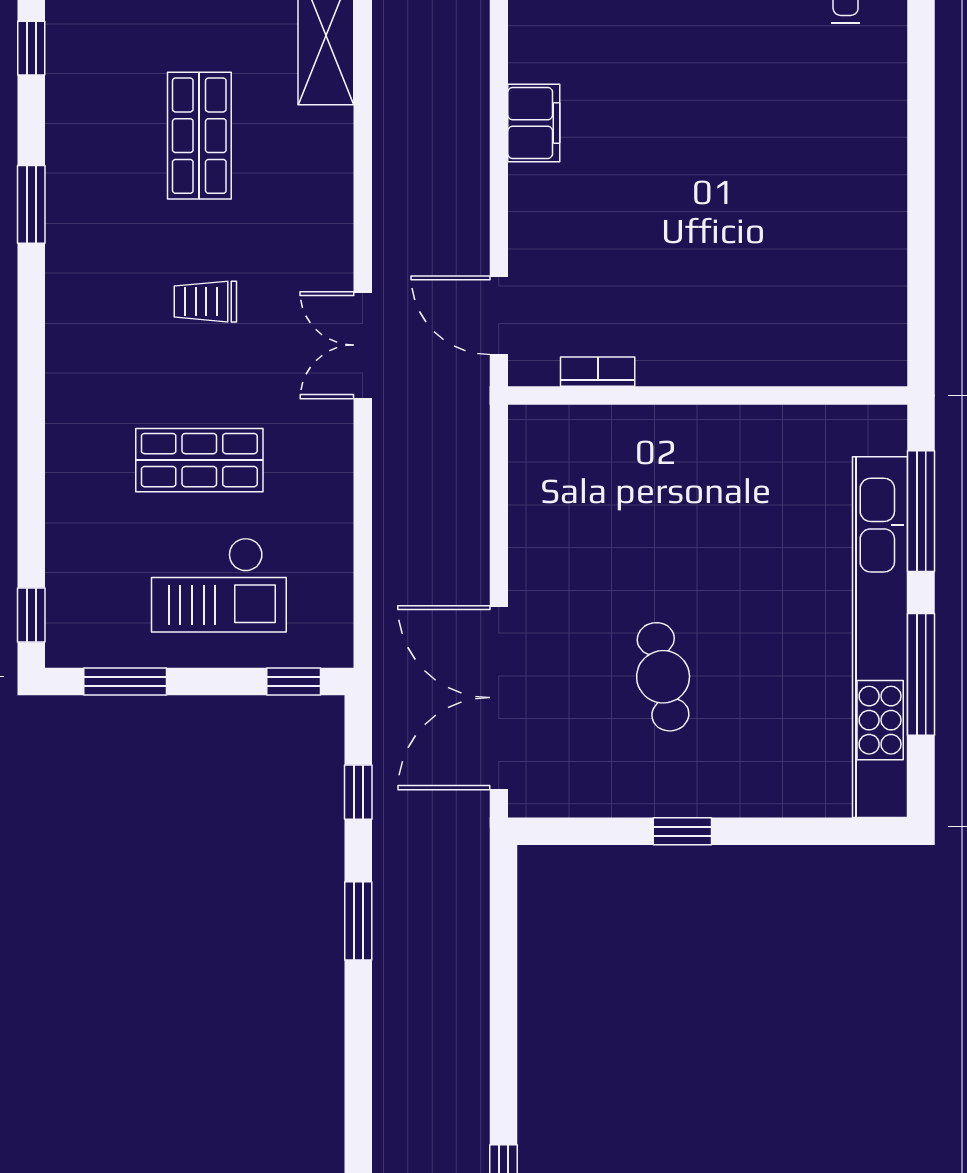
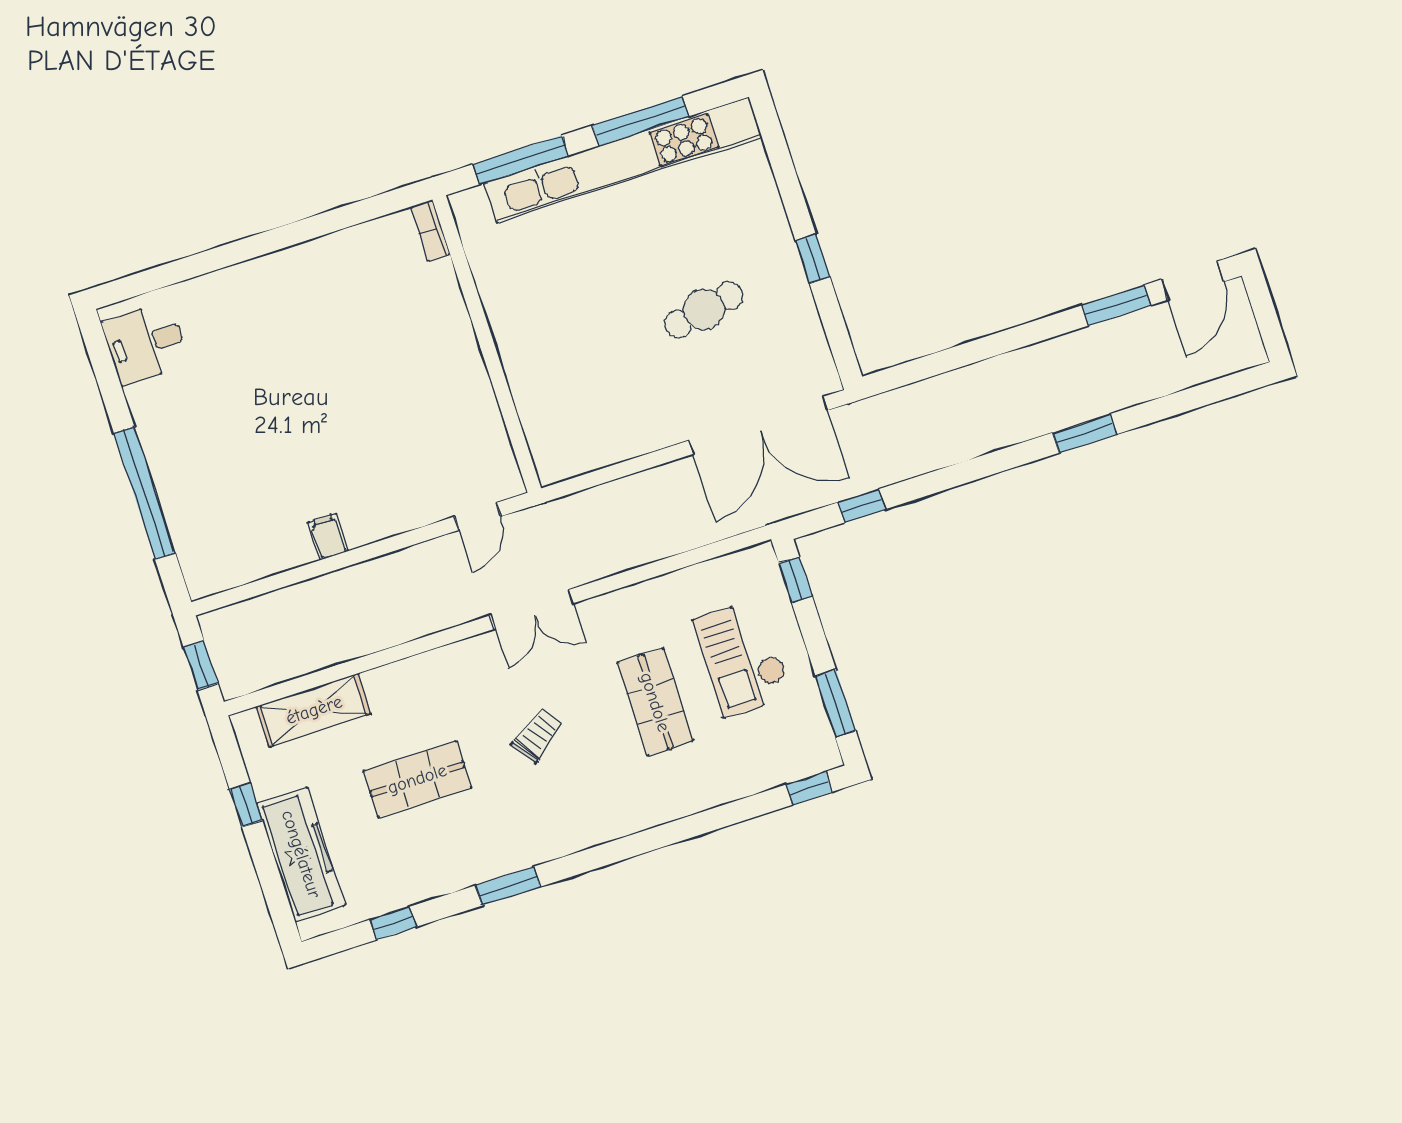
filing cabinet: (534, 123) -> (328, 537), width x0.50
trolley: (205, 302) -> (538, 735), turned -125
door: (499, 315) -> (478, 516), width x0.73
bookcase: (598, 372) -> (430, 230), moved
checkout: (219, 585) -> (742, 658), turned 180
window: (358, 921) -> (1085, 433), moved

